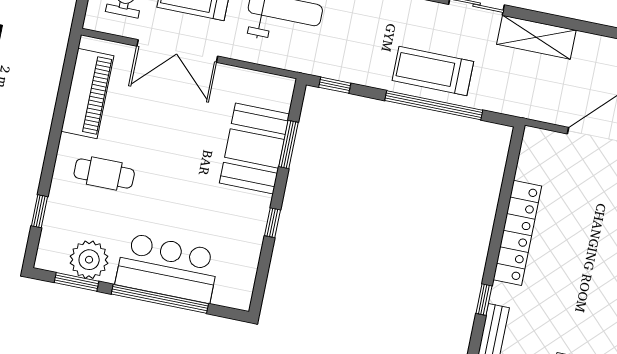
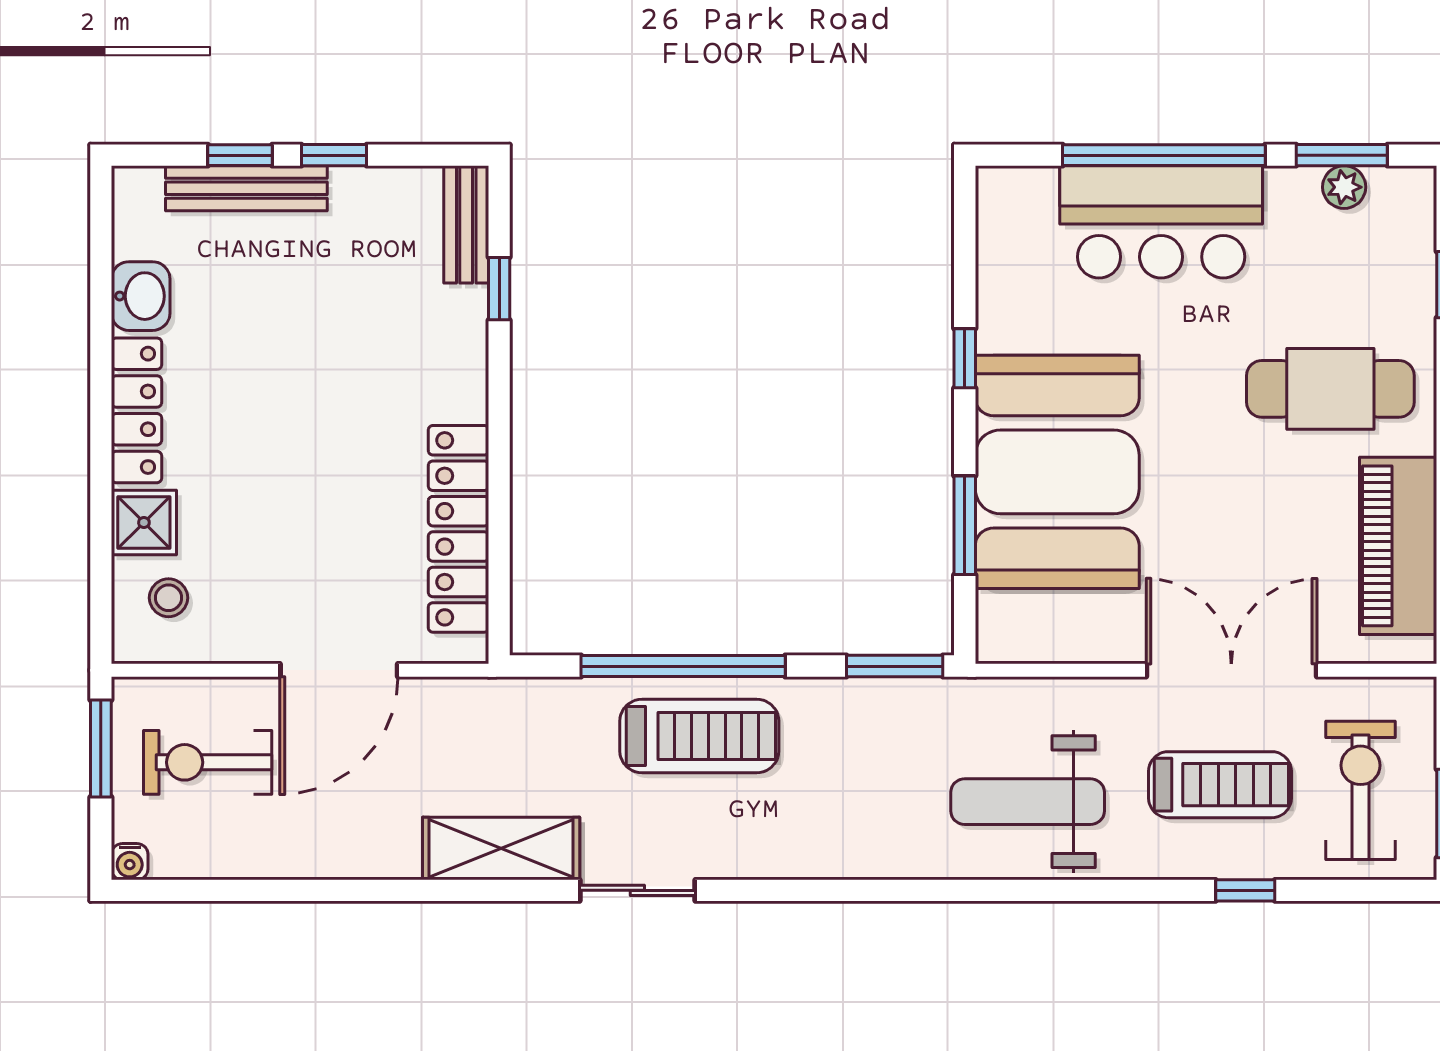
window: (335, 85) -> (895, 666), width x1.50
booth: (254, 148) -> (1057, 472), width x1.36, depth x1.42
cafe table: (104, 173) -> (1330, 389), width x1.37, depth x1.35
locker: (517, 233) -> (459, 529), moved
plant: (89, 260) -> (1344, 187), width x0.53, depth x0.53

